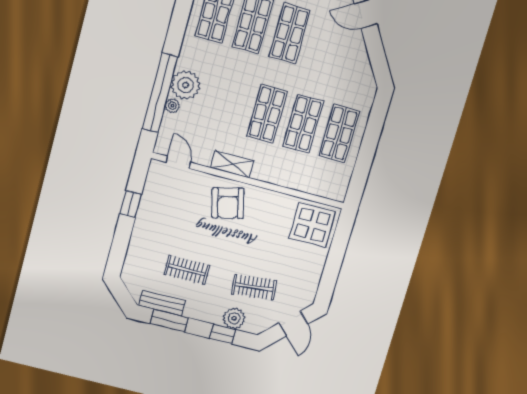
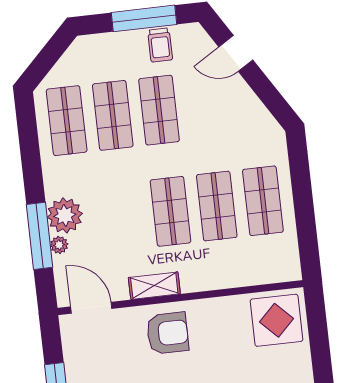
window: (160, 93) -> (40, 236), width x0.68
door: (178, 162) -> (91, 308), width x1.38
armchair: (228, 203) -> (168, 333), turned -76

